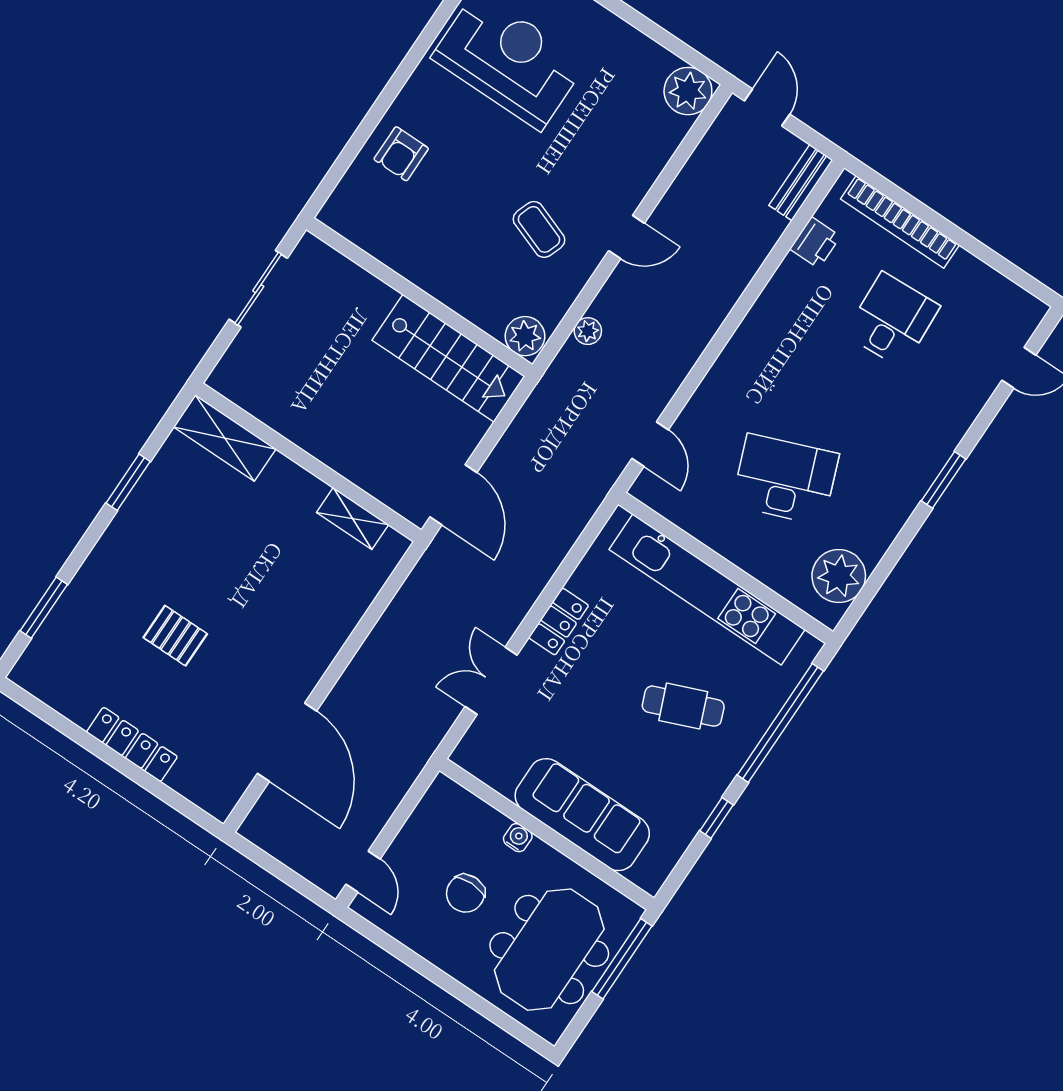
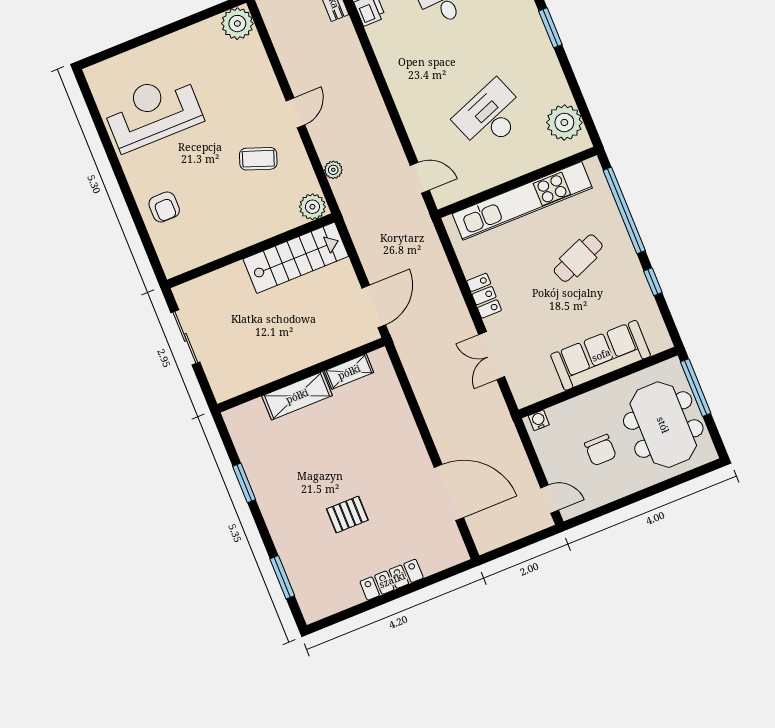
shelving: (225, 438) -> (297, 396), moved
door: (453, 495) -> (374, 306), hinge flipped
water cooler: (518, 838) -> (539, 420), moved

